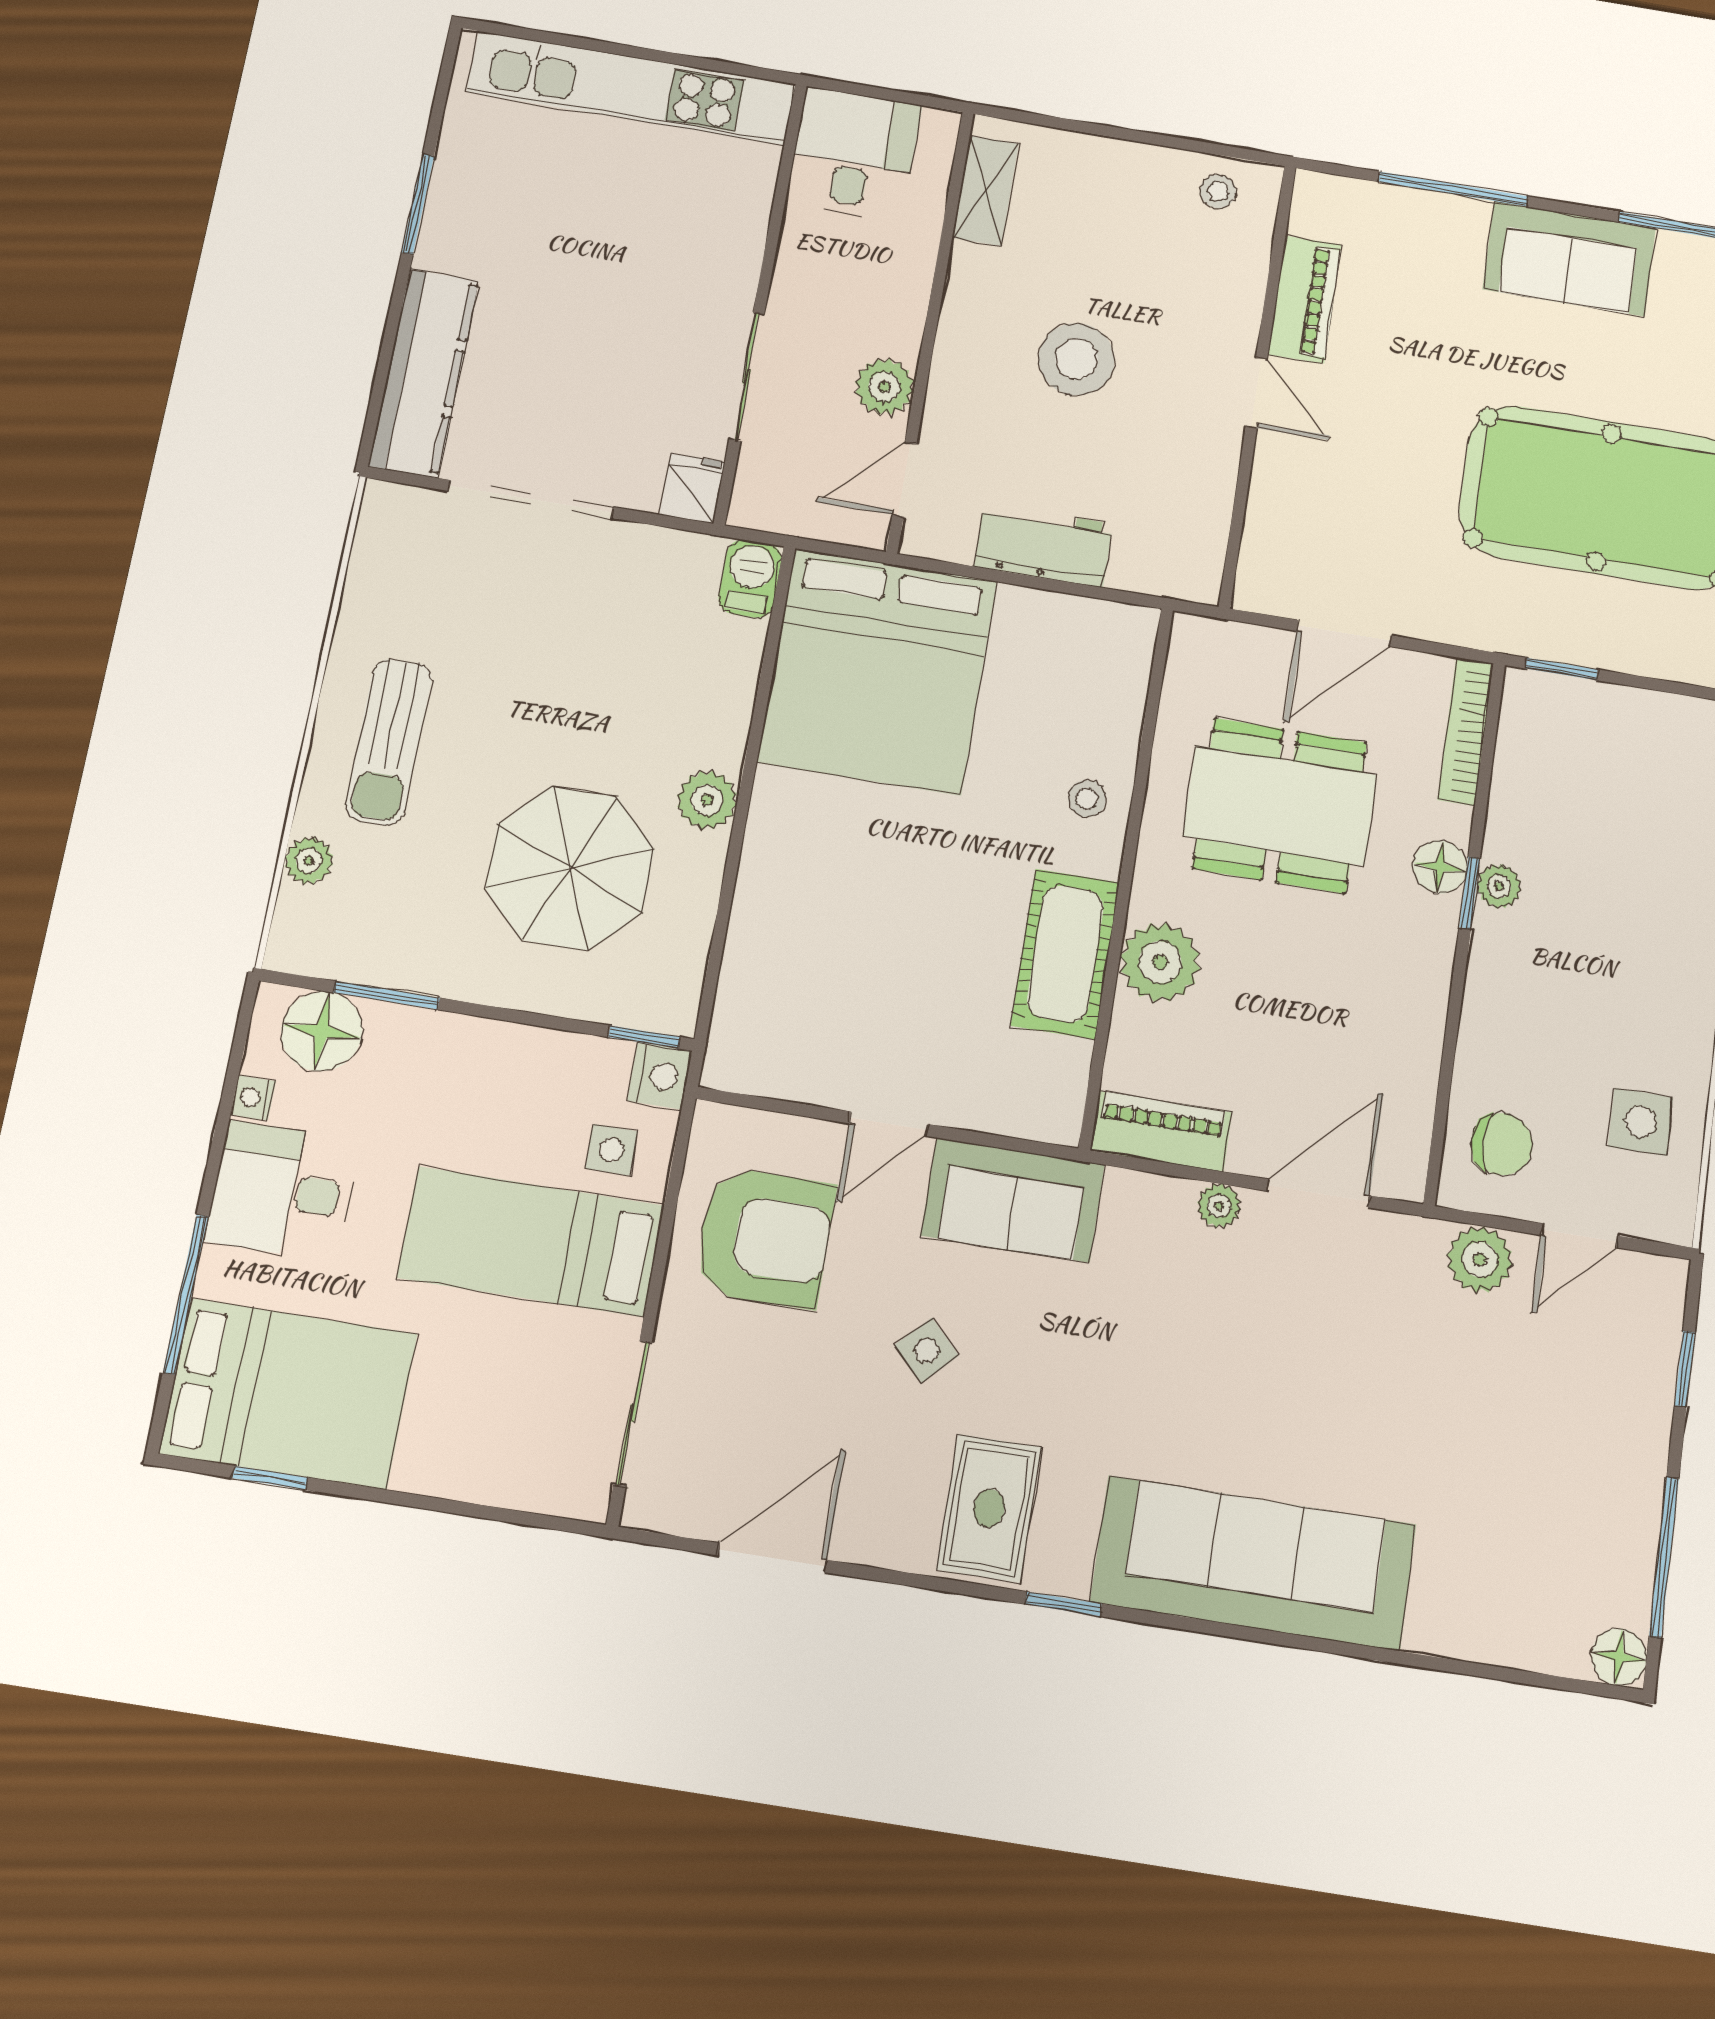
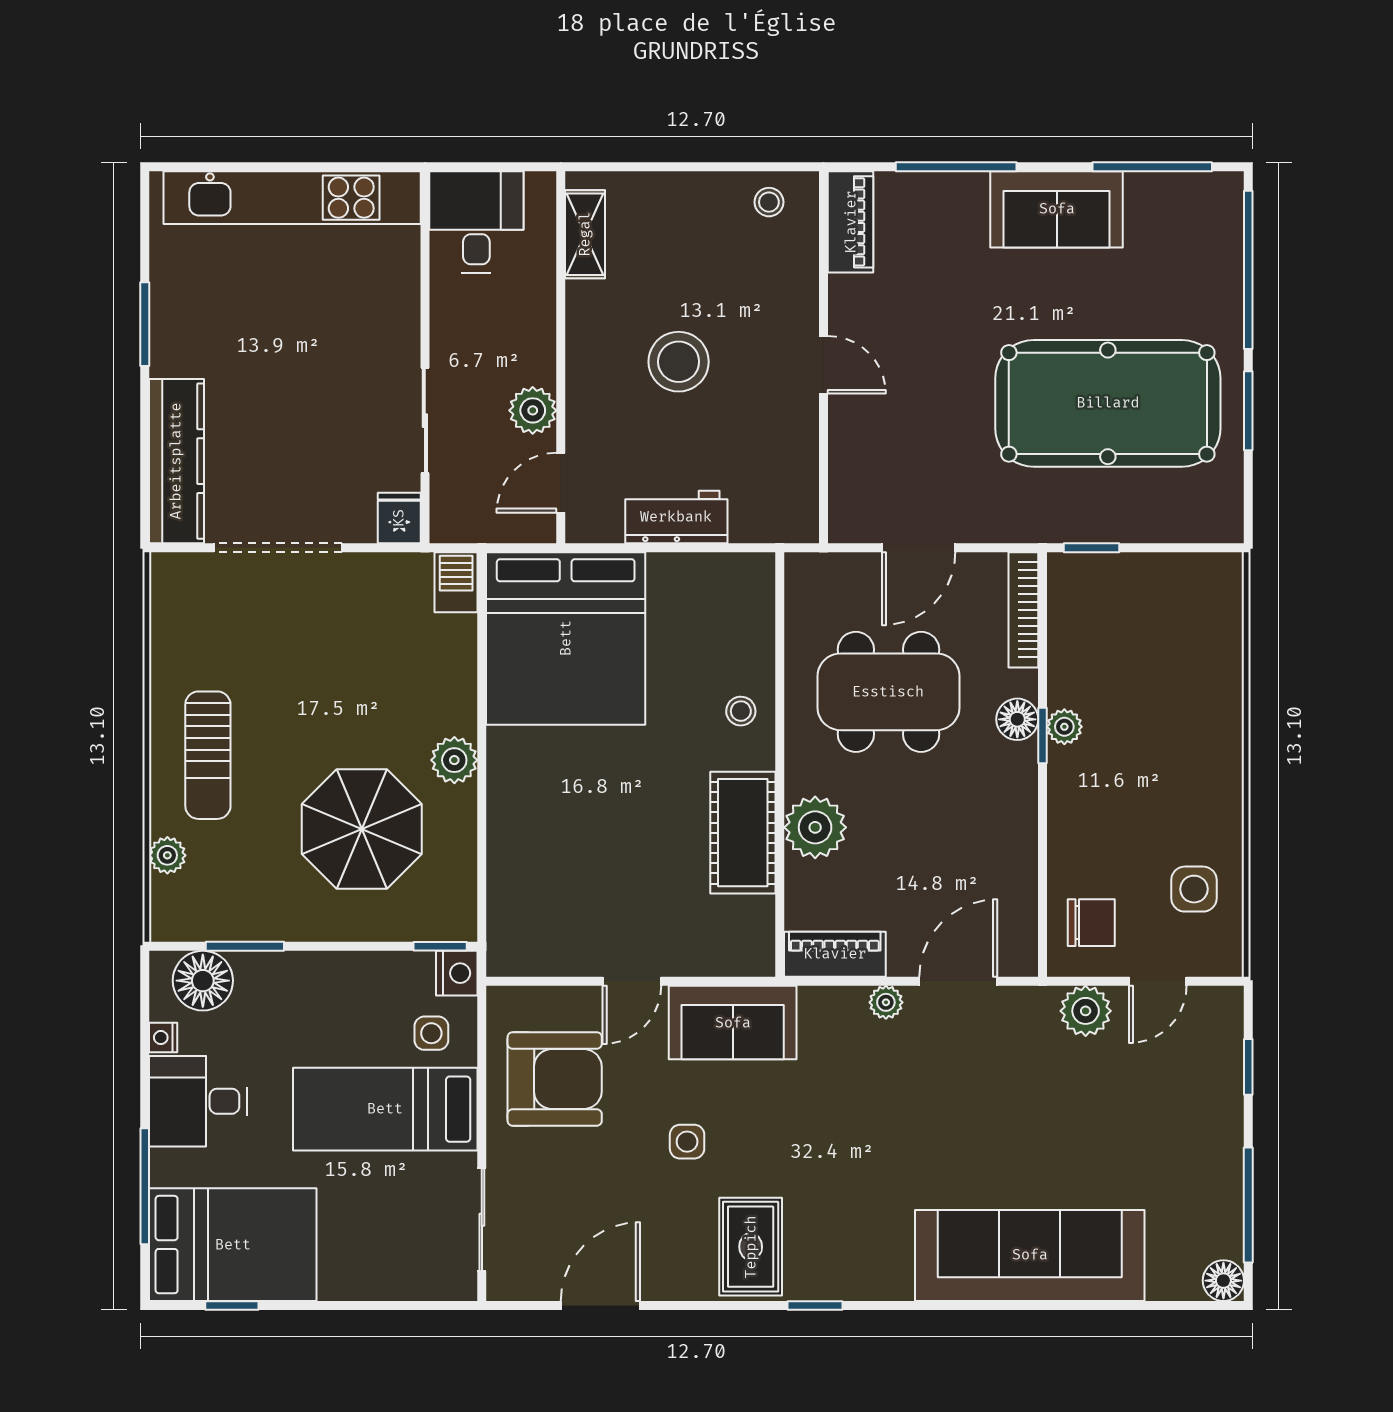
piano: (1305, 299) -> (851, 222), moved
side table: (927, 1350) -> (687, 1142), turned 45
sofa: (1254, 1563) -> (1030, 1255), moved

